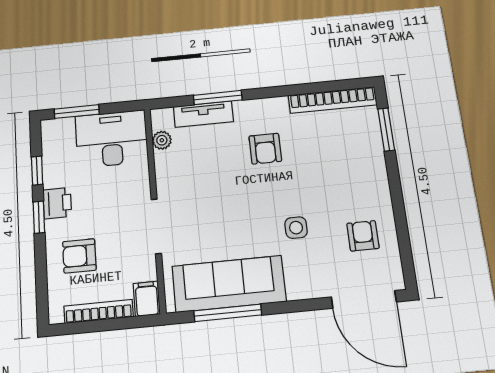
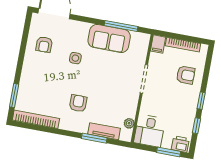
desk: (112, 139) -> (149, 131), width x0.73
printer: (57, 203) -> (180, 144), moved, turned 90
sofa: (229, 284) -> (109, 39), width x0.73

